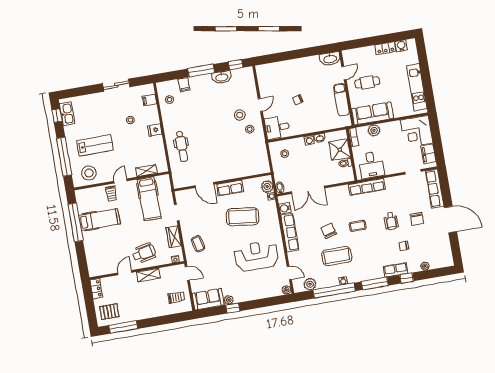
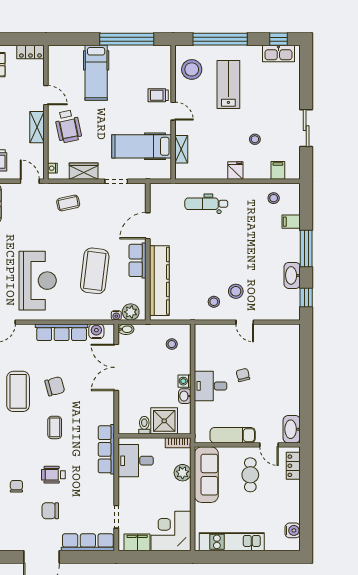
locker: (385, 48) -> (293, 466), moved
desk: (277, 128) -> (211, 386), moved, turned -90
lab bench: (95, 145) -> (228, 85), turned 180
kitchen counter: (242, 170) -> (159, 281), added
hospital bed: (99, 220) -> (96, 73), moved
door: (187, 273) -> (30, 181), swing flipped

